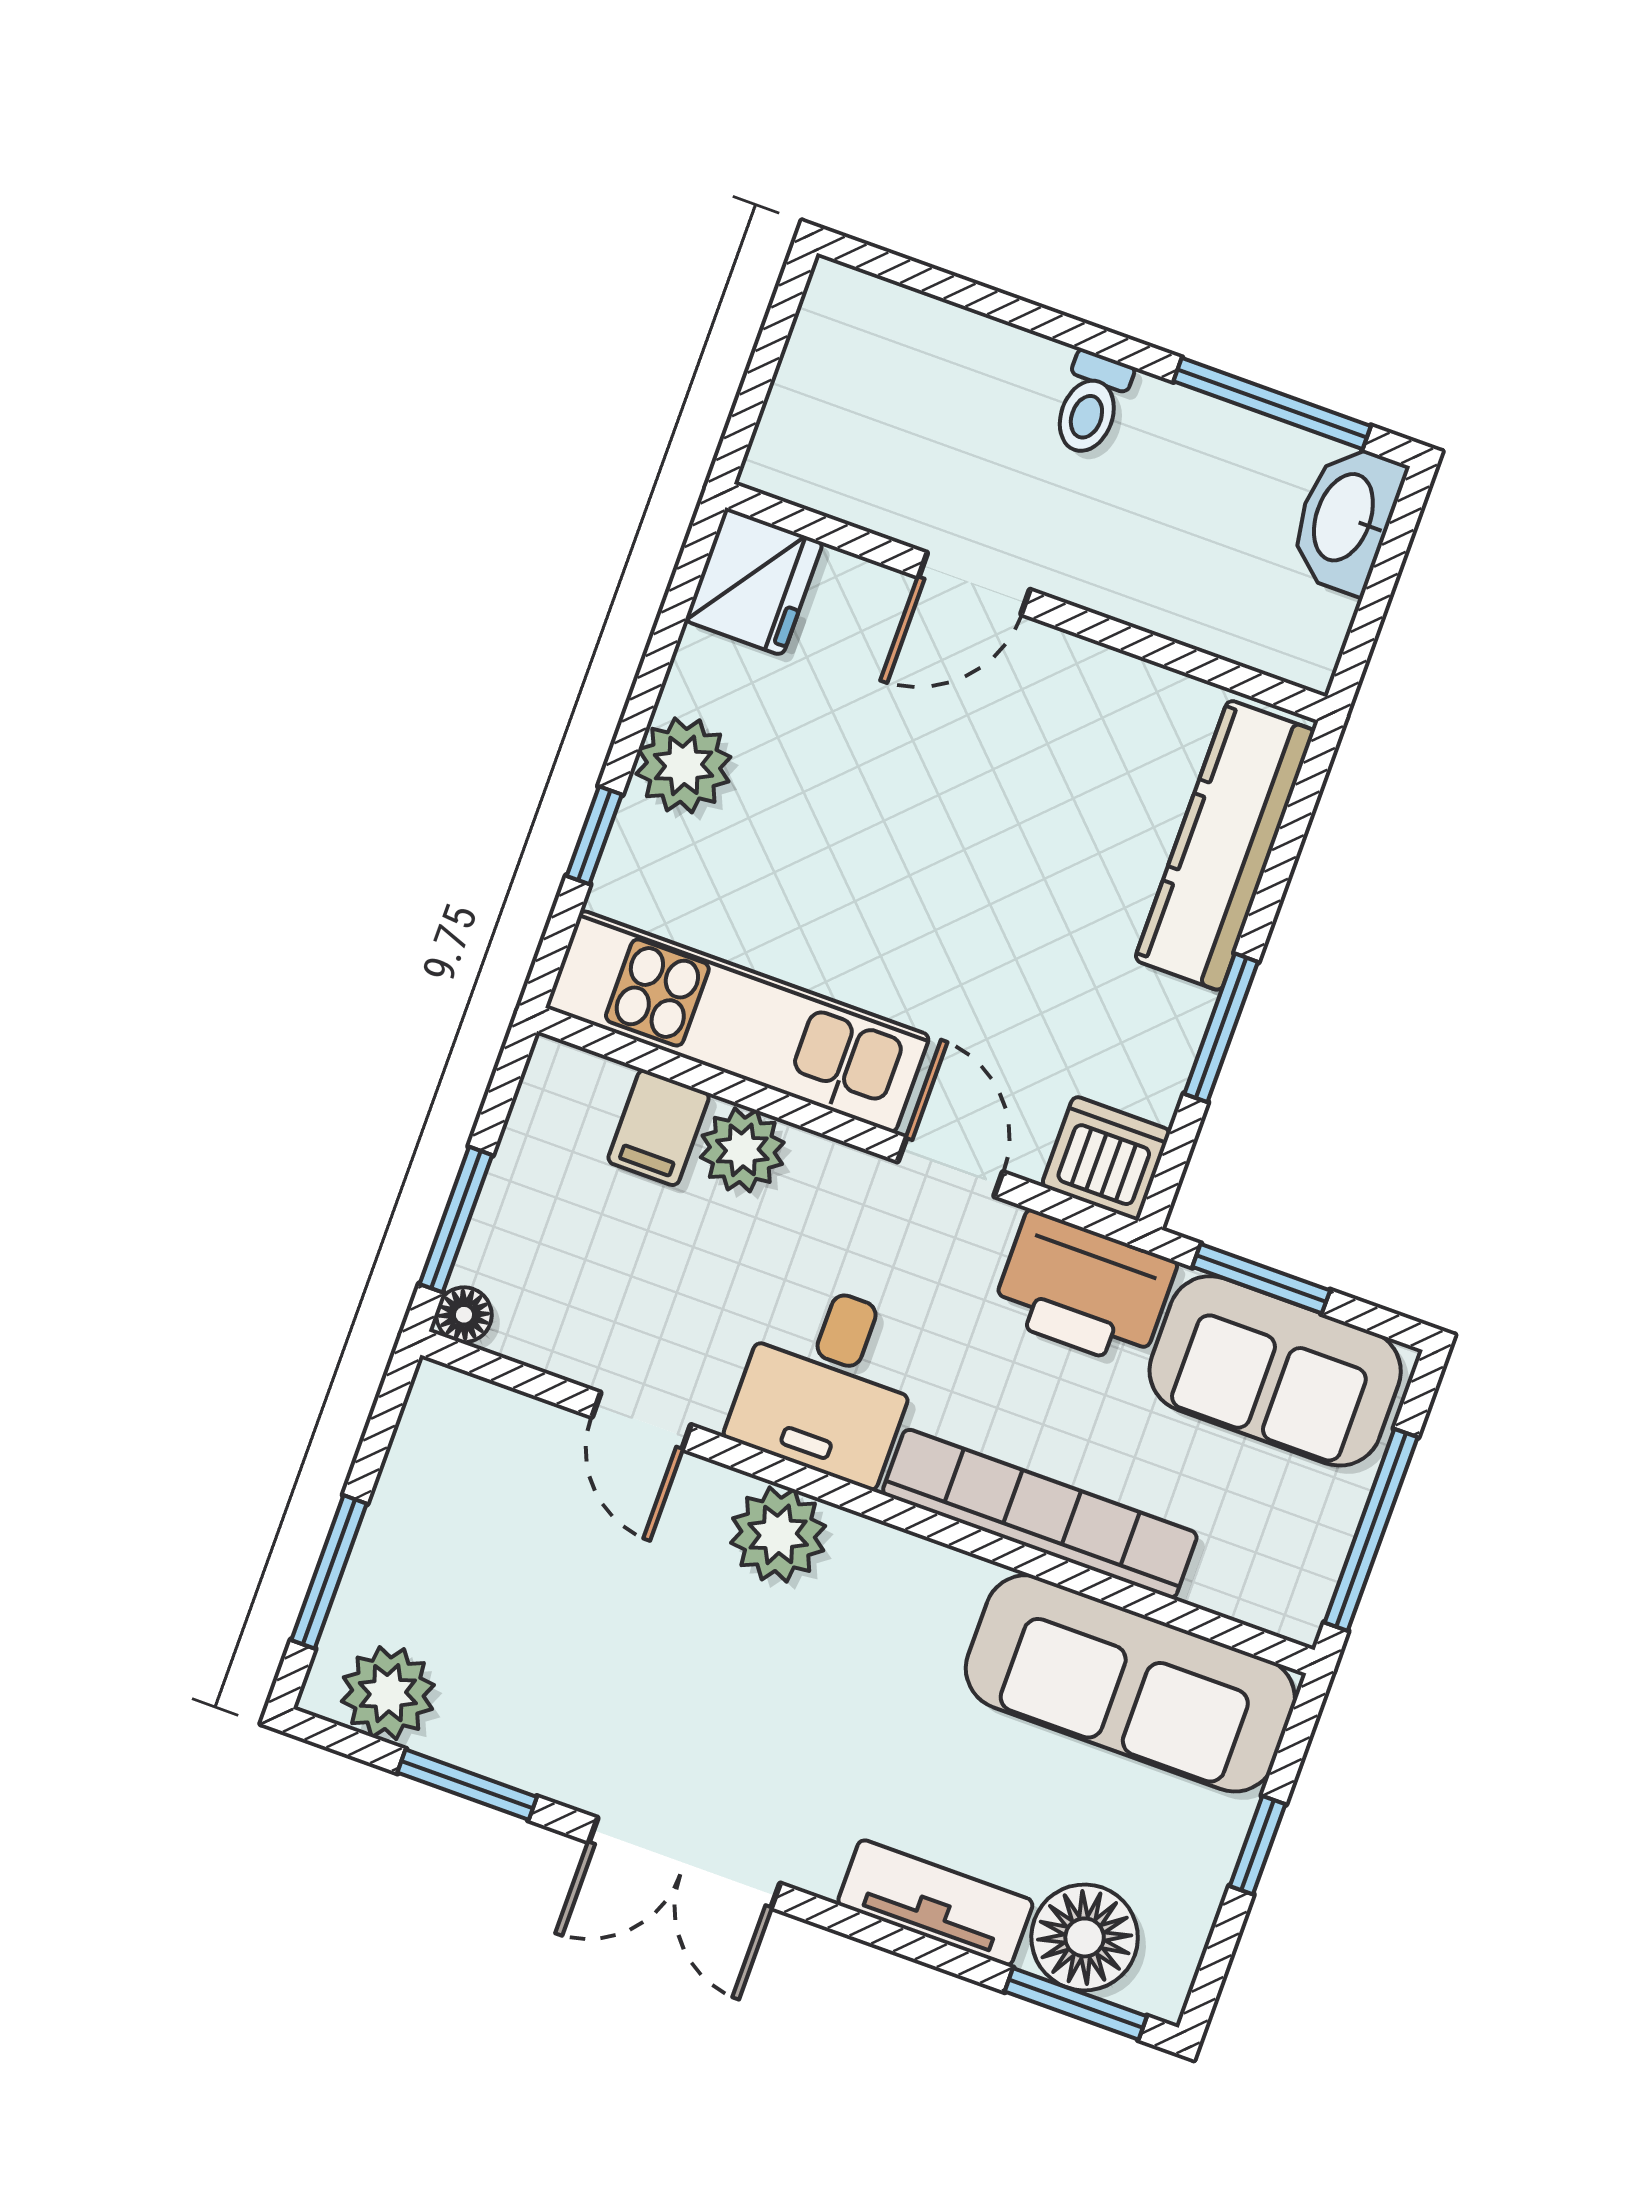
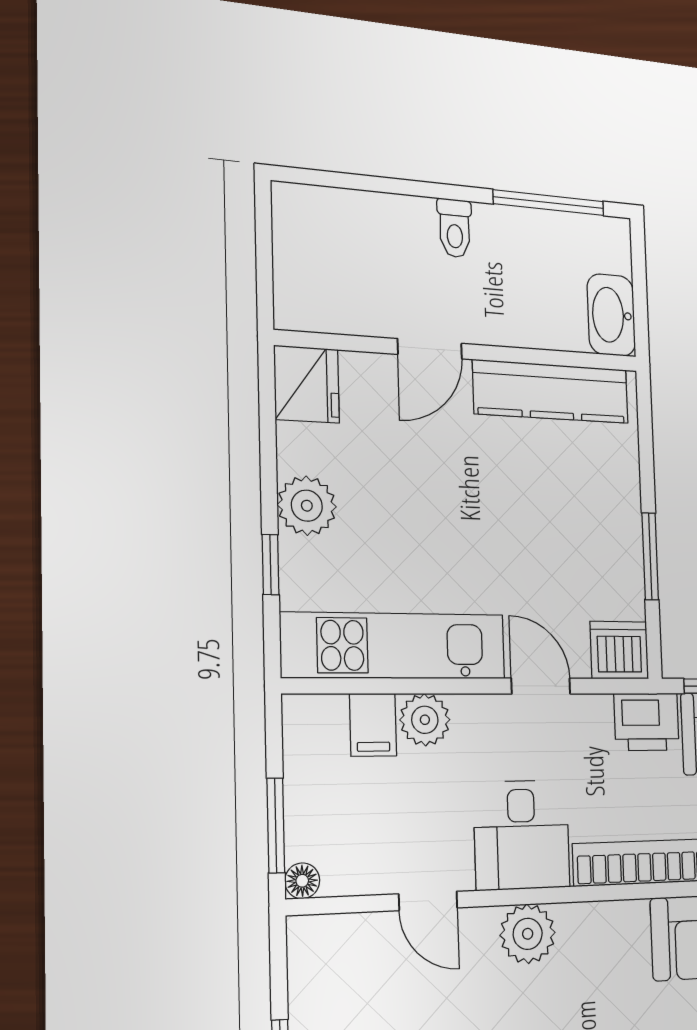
washbasin: (1346, 518) -> (611, 315), moved
kitchen counter: (1225, 845) -> (551, 392), moved, turned -90
printer: (1084, 1289) -> (647, 722), width x0.73, depth x0.84

